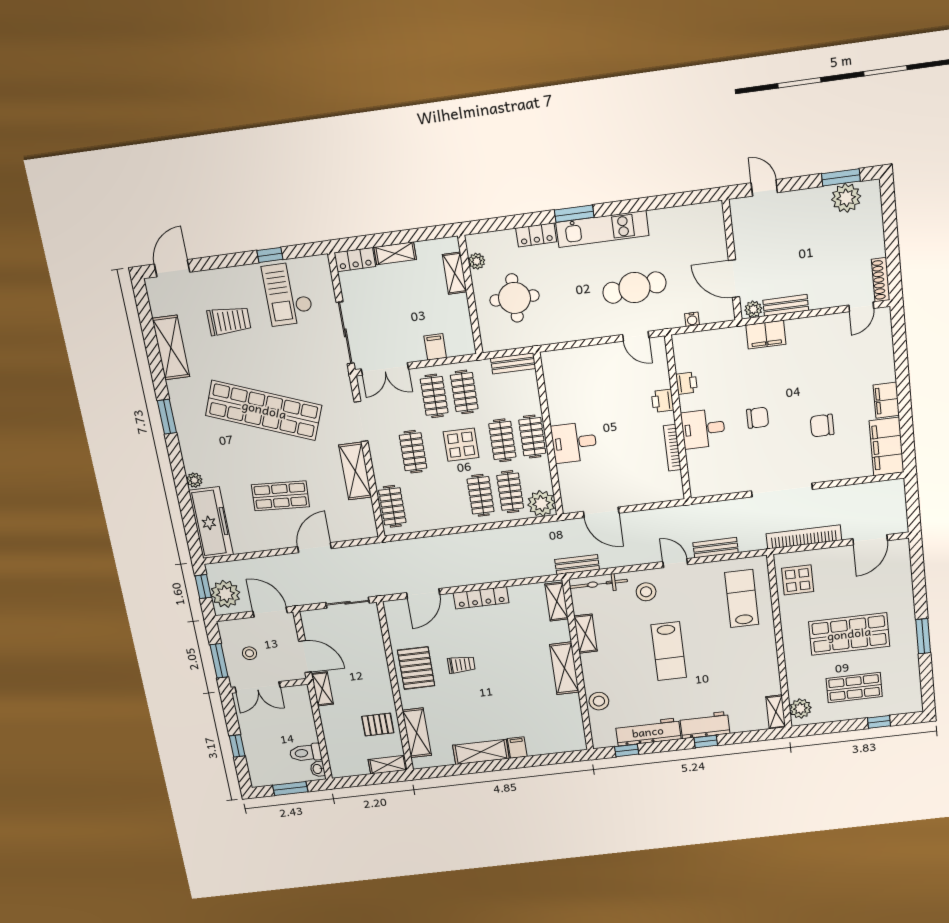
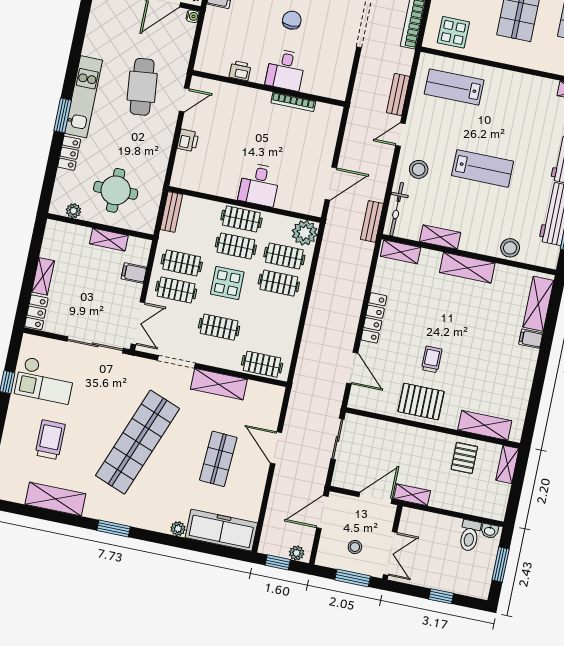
shelving: (455, 273) -> (109, 240), moved
water cooler: (692, 319) -> (193, 16), moved
printer: (663, 401) -> (188, 140), moved, turned -90
plant: (225, 594) -> (297, 553), width x0.53, depth x0.53
shelving: (481, 752) -> (538, 304), moved

